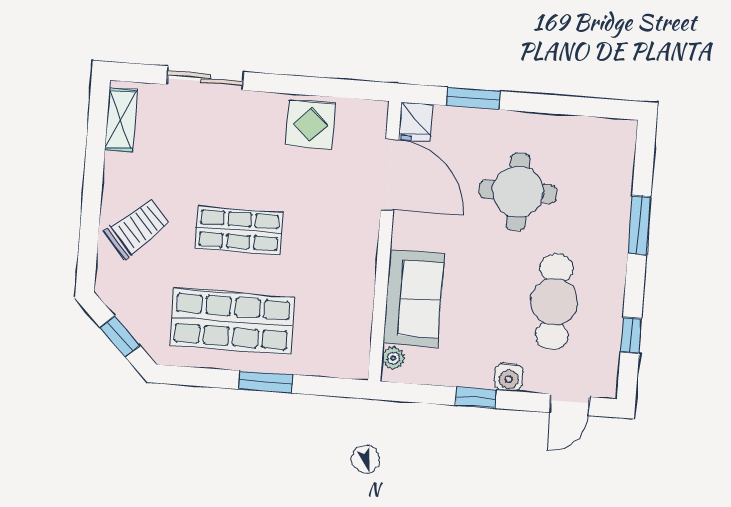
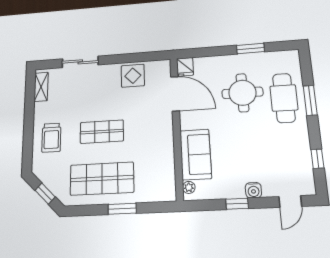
window: (473, 98) -> (250, 48), moved
trolley: (137, 229) -> (51, 138), turned 131
cafe table: (554, 302) -> (284, 98), moved

